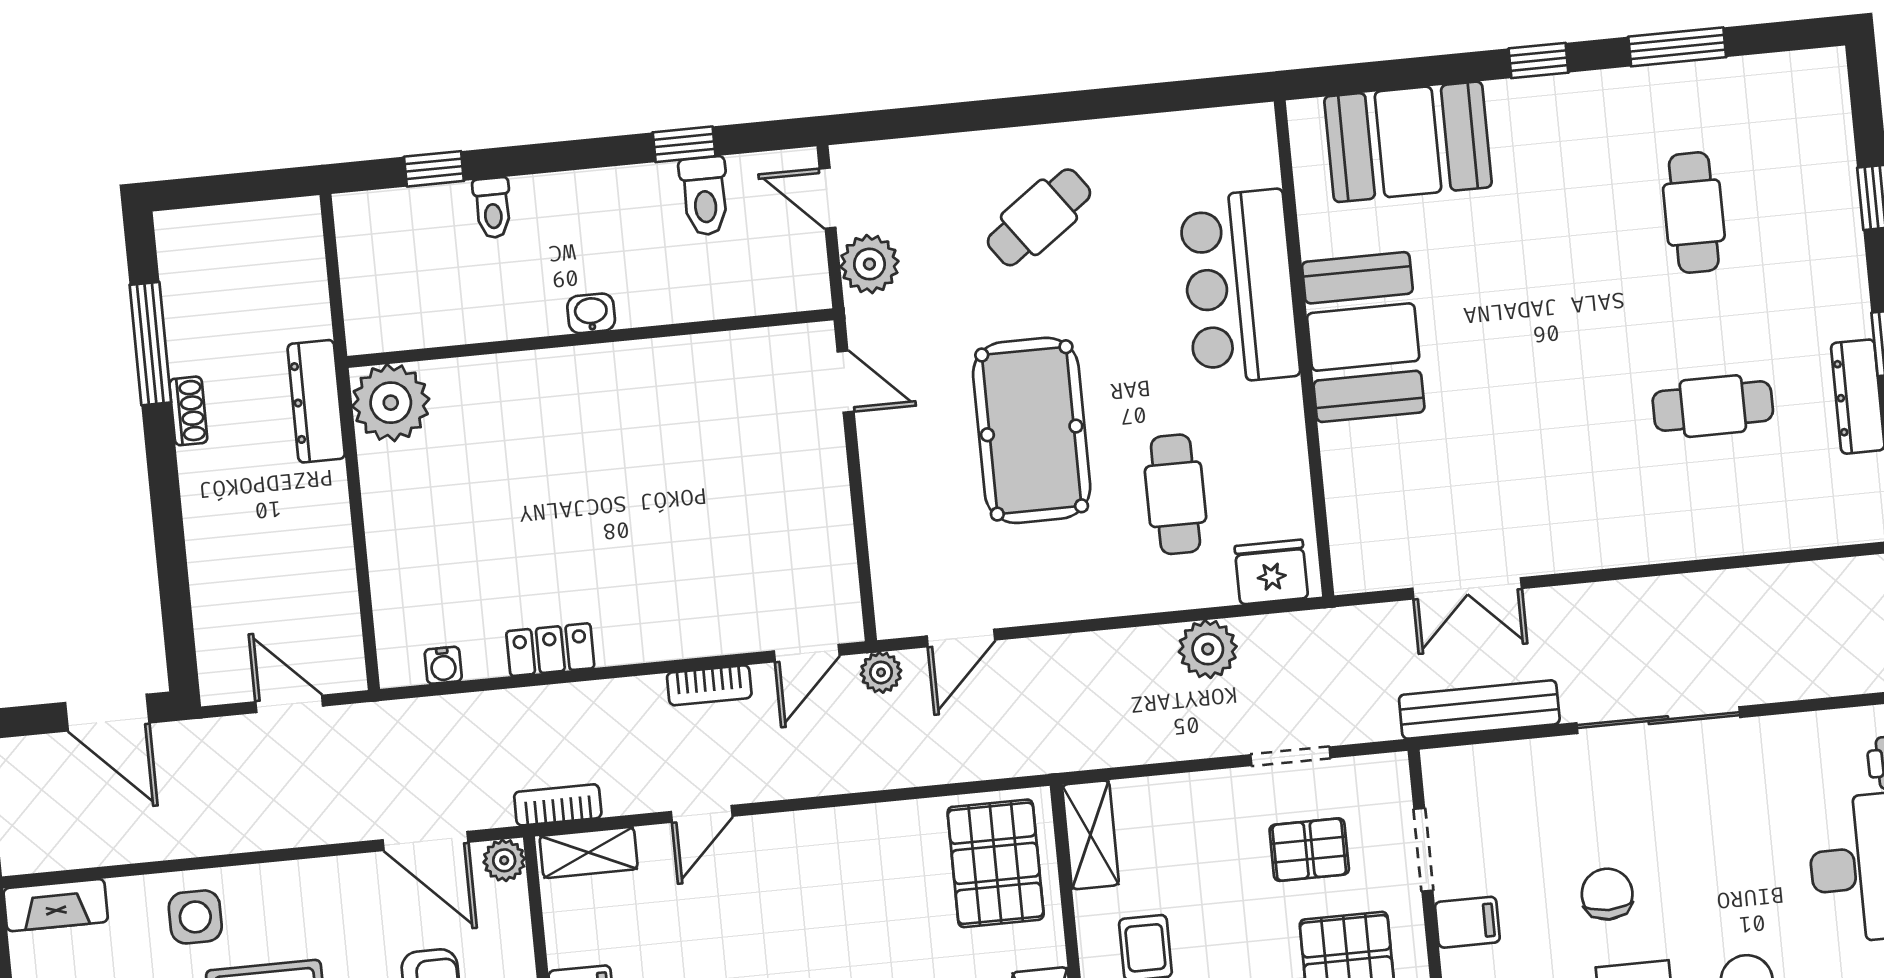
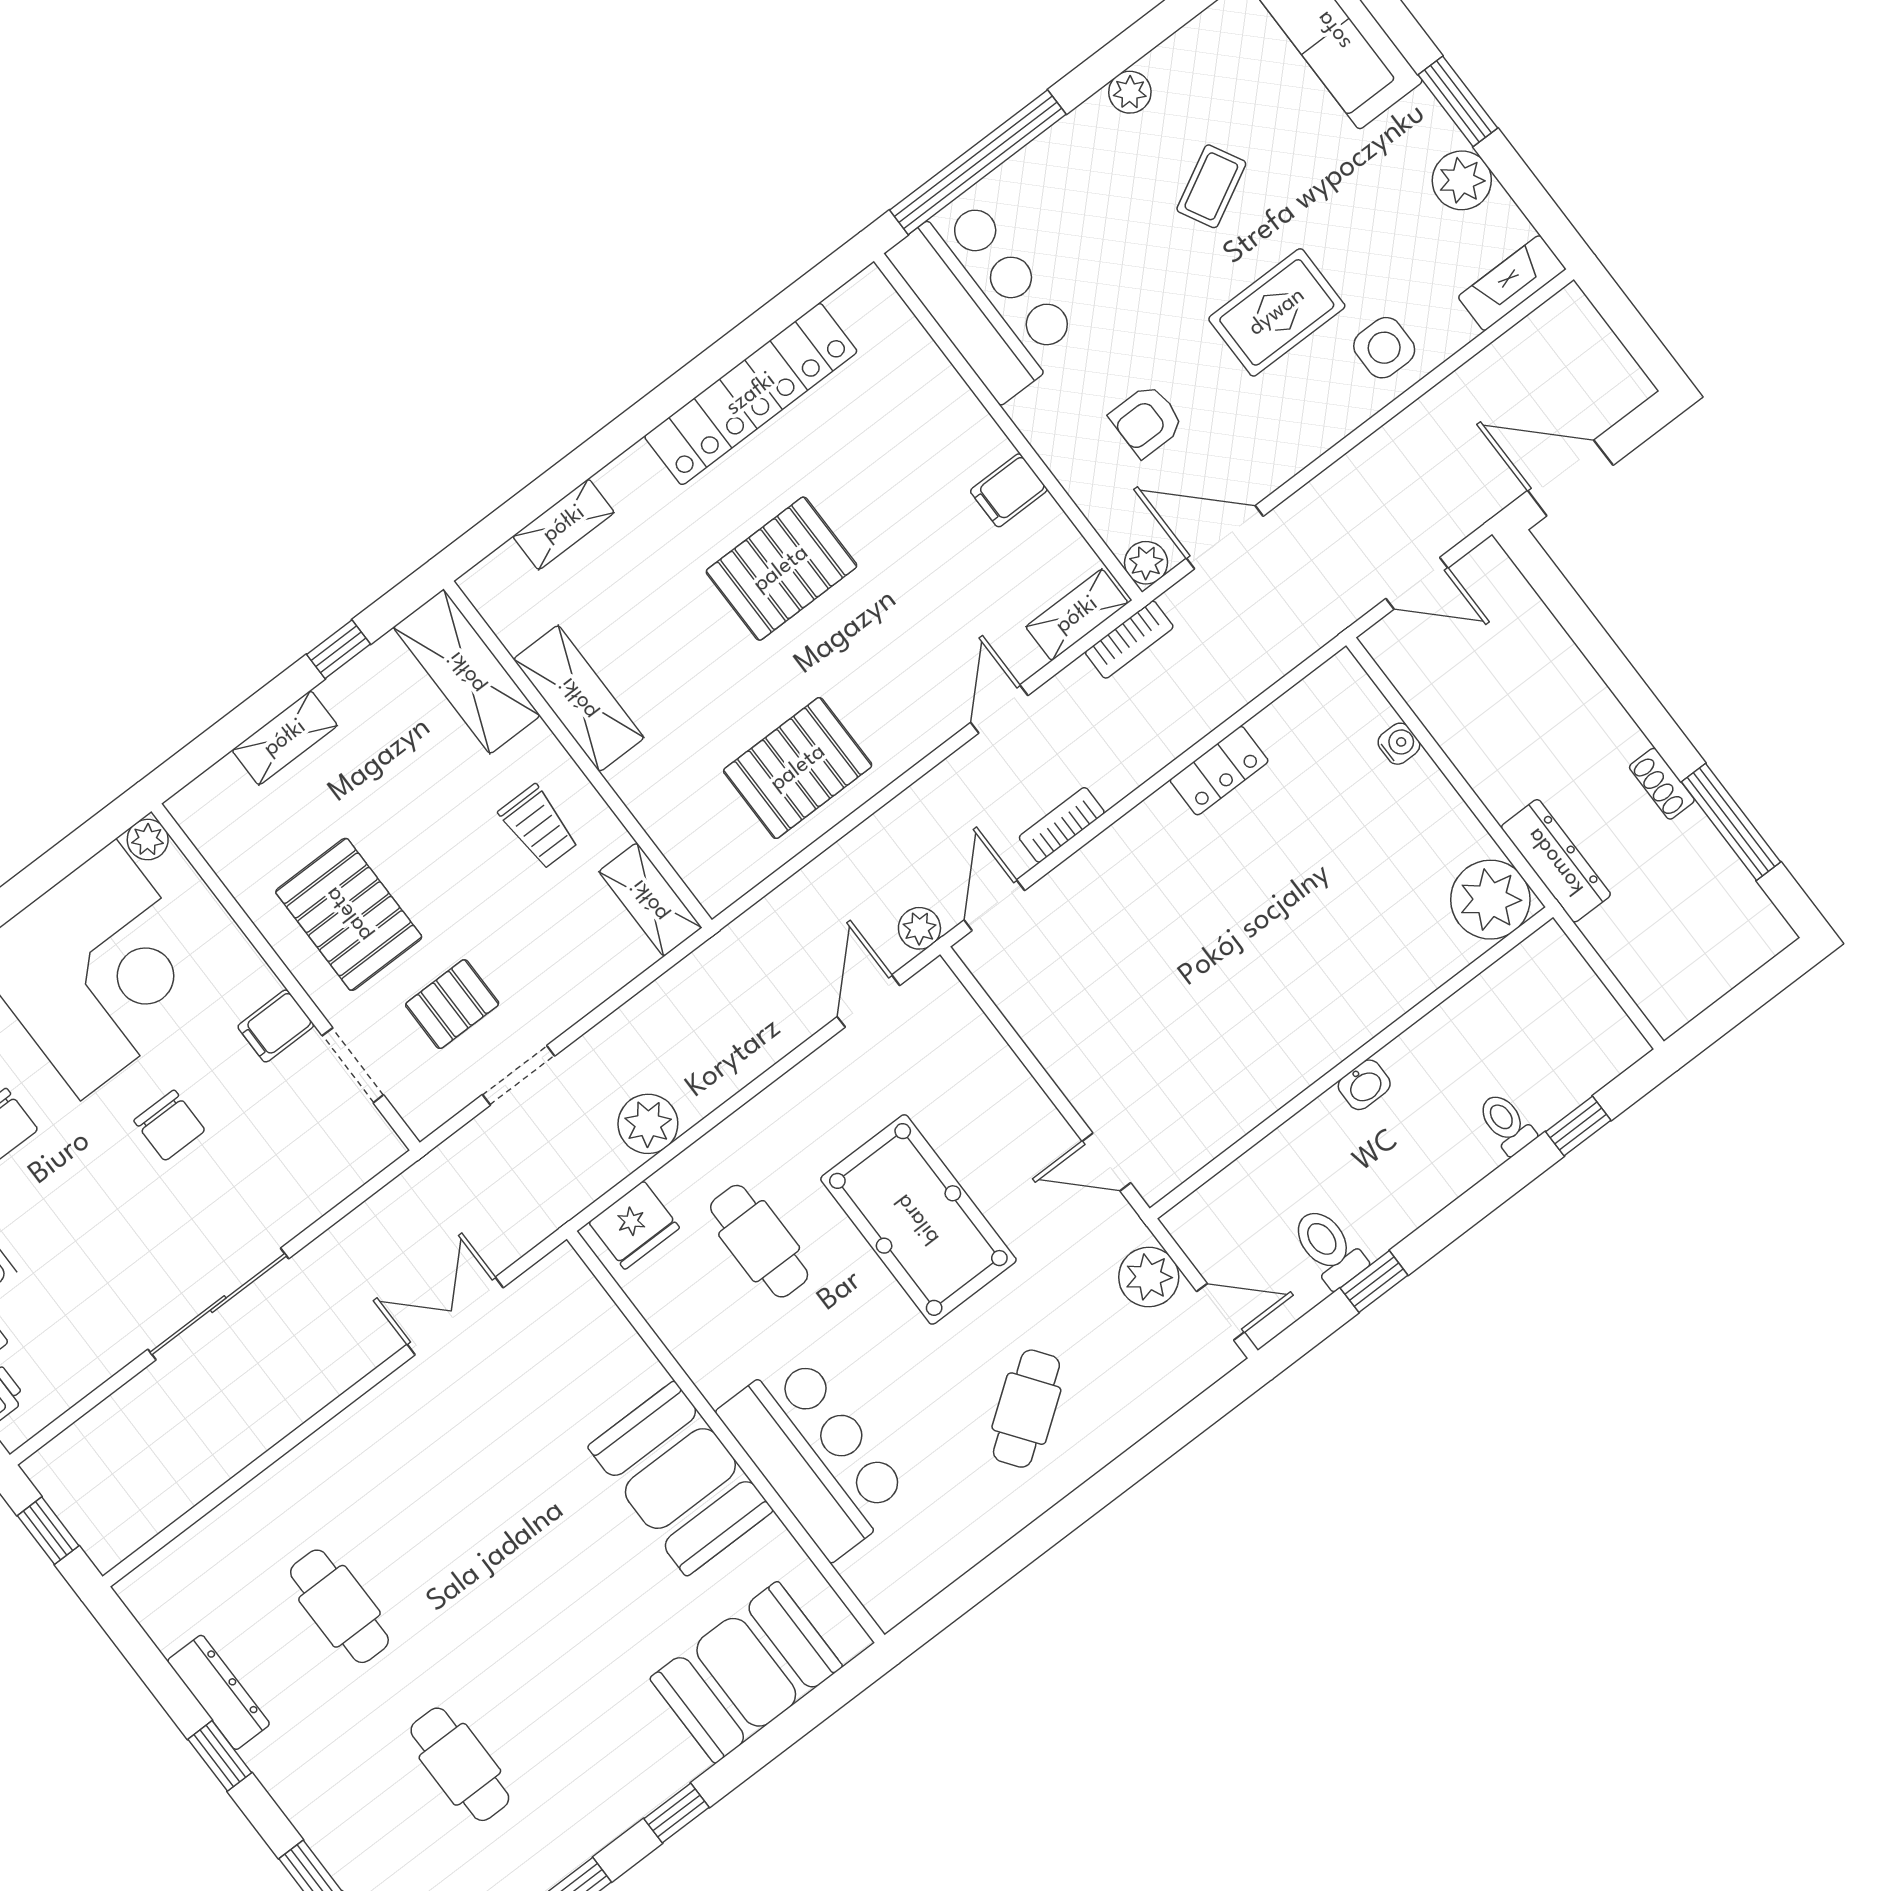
cafe table: (1713, 406) -> (339, 1606), turned 90
water cooler: (443, 665) -> (1399, 744), moved, turned 90
bench: (1479, 709) -> (380, 1217), removed
pallet: (996, 863) -> (798, 768), moved, turned 90

